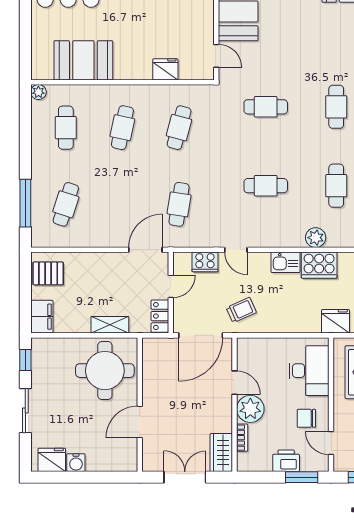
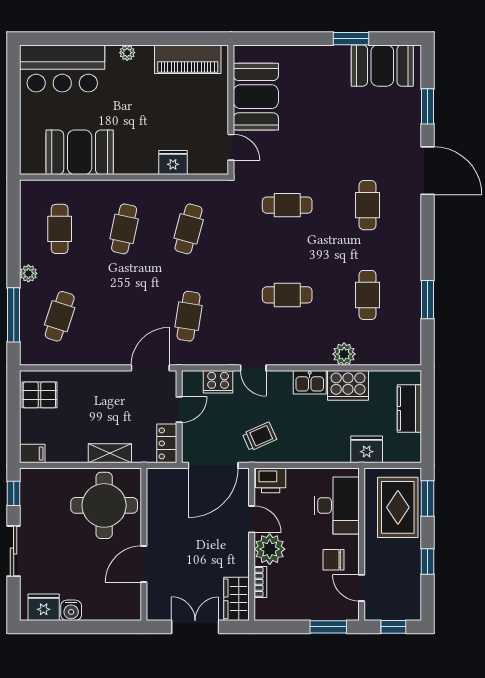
plant: (38, 92) -> (28, 273), moved
filing cabinet: (42, 317) -> (32, 454), width x0.50
printer: (286, 461) -> (271, 480), moved, turned 180

